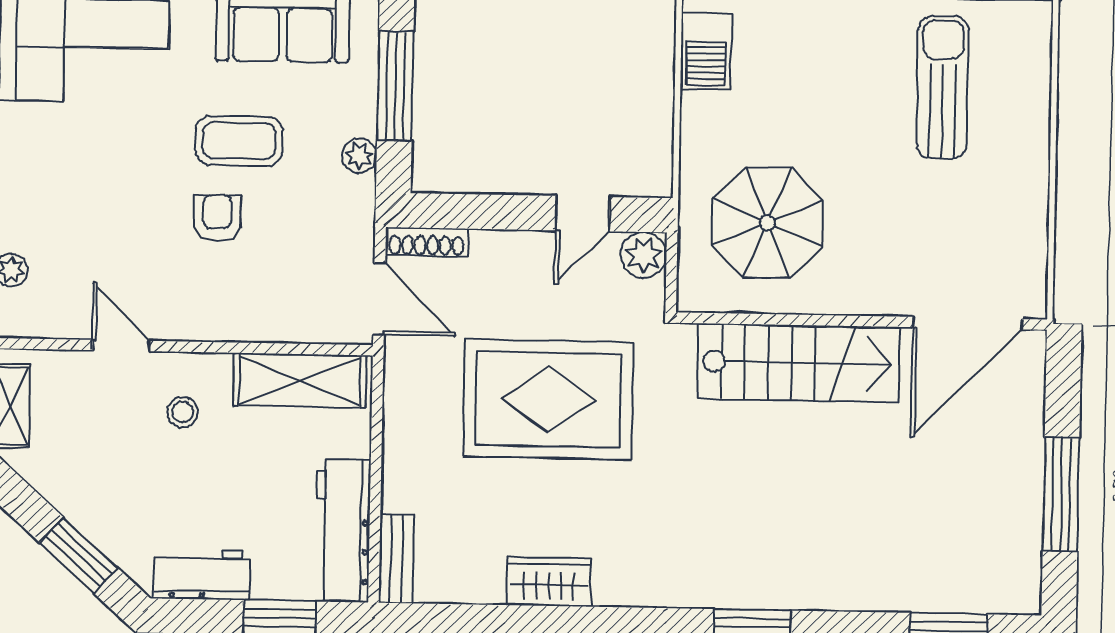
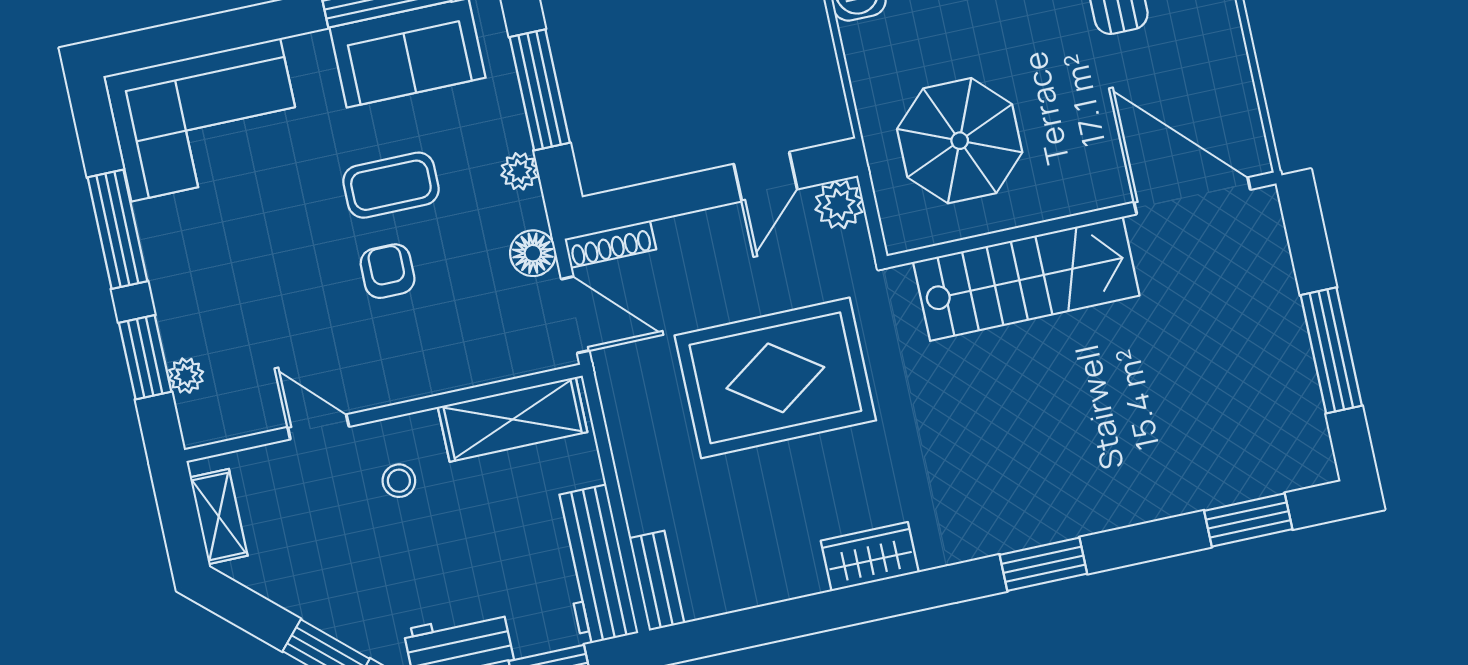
floor lamp: (354, 233) -> (533, 253), added
door: (967, 323) -> (1192, 196), swing flipped
wardrobe: (549, 582) -> (870, 557), moved

